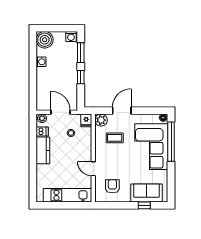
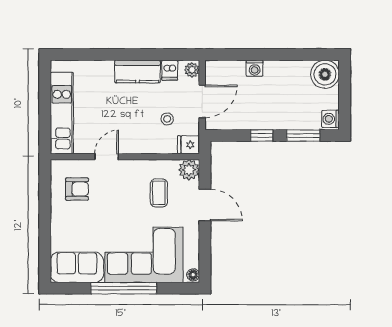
washing machine: (41, 62) -> (255, 68), moved
window: (171, 142) -> (124, 288), moved
sofa: (147, 193) -> (77, 267), moved, turned -90
window: (144, 205) -> (45, 243), removed

